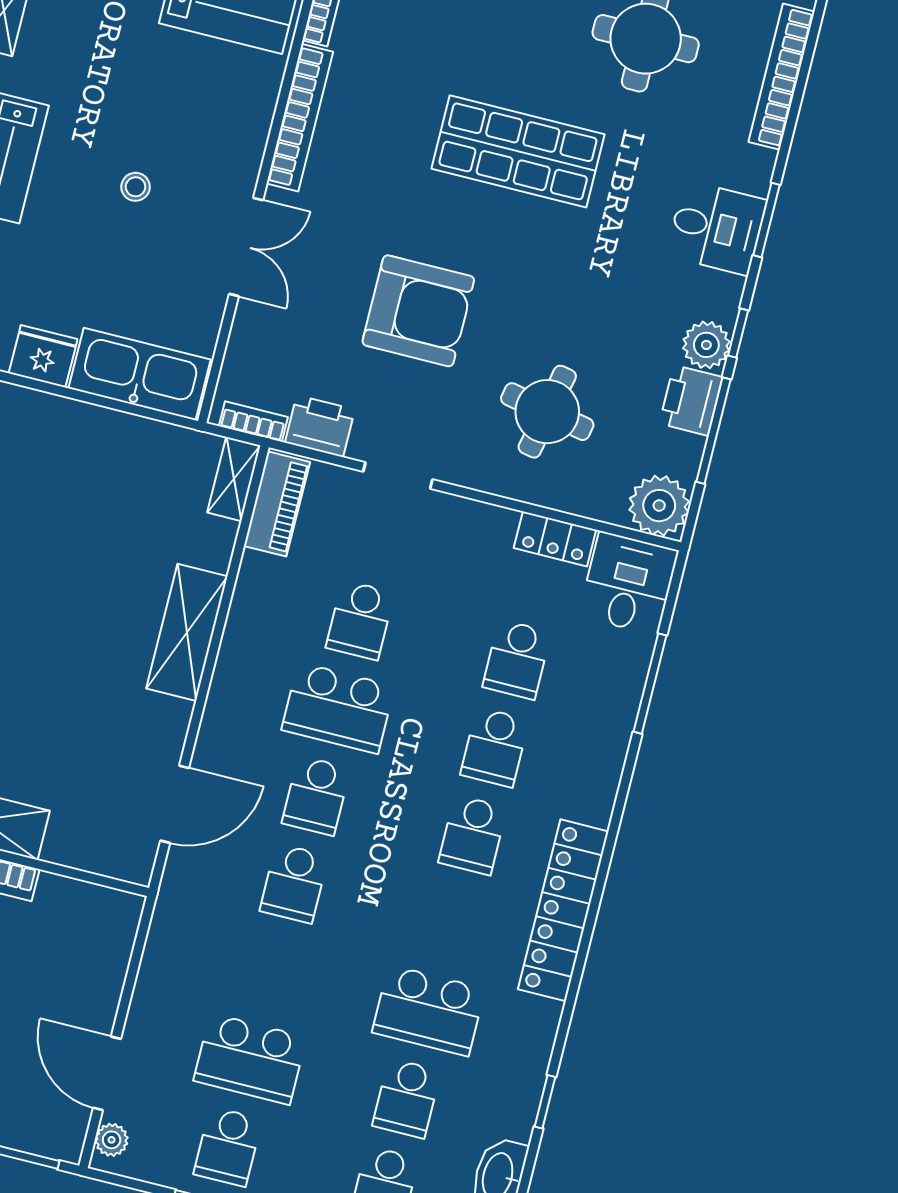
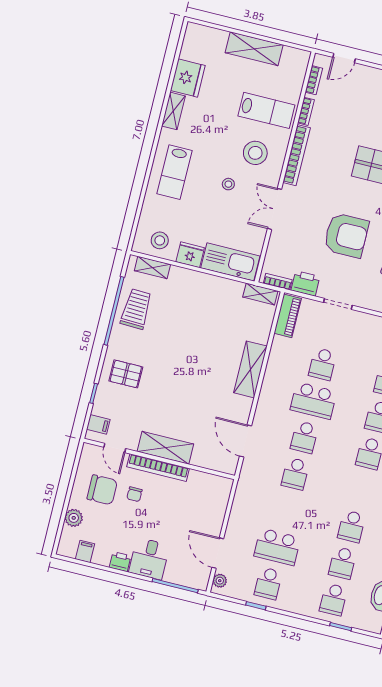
stool: (201, 112) -> (255, 153), added
double door: (246, 247) -> (274, 209), swing flipped
shelving: (234, 479) -> (260, 294), moved, turned 90
door: (175, 804) -> (246, 441), swing flipped
school desk: (429, 1010) -> (352, 526), width x0.54

